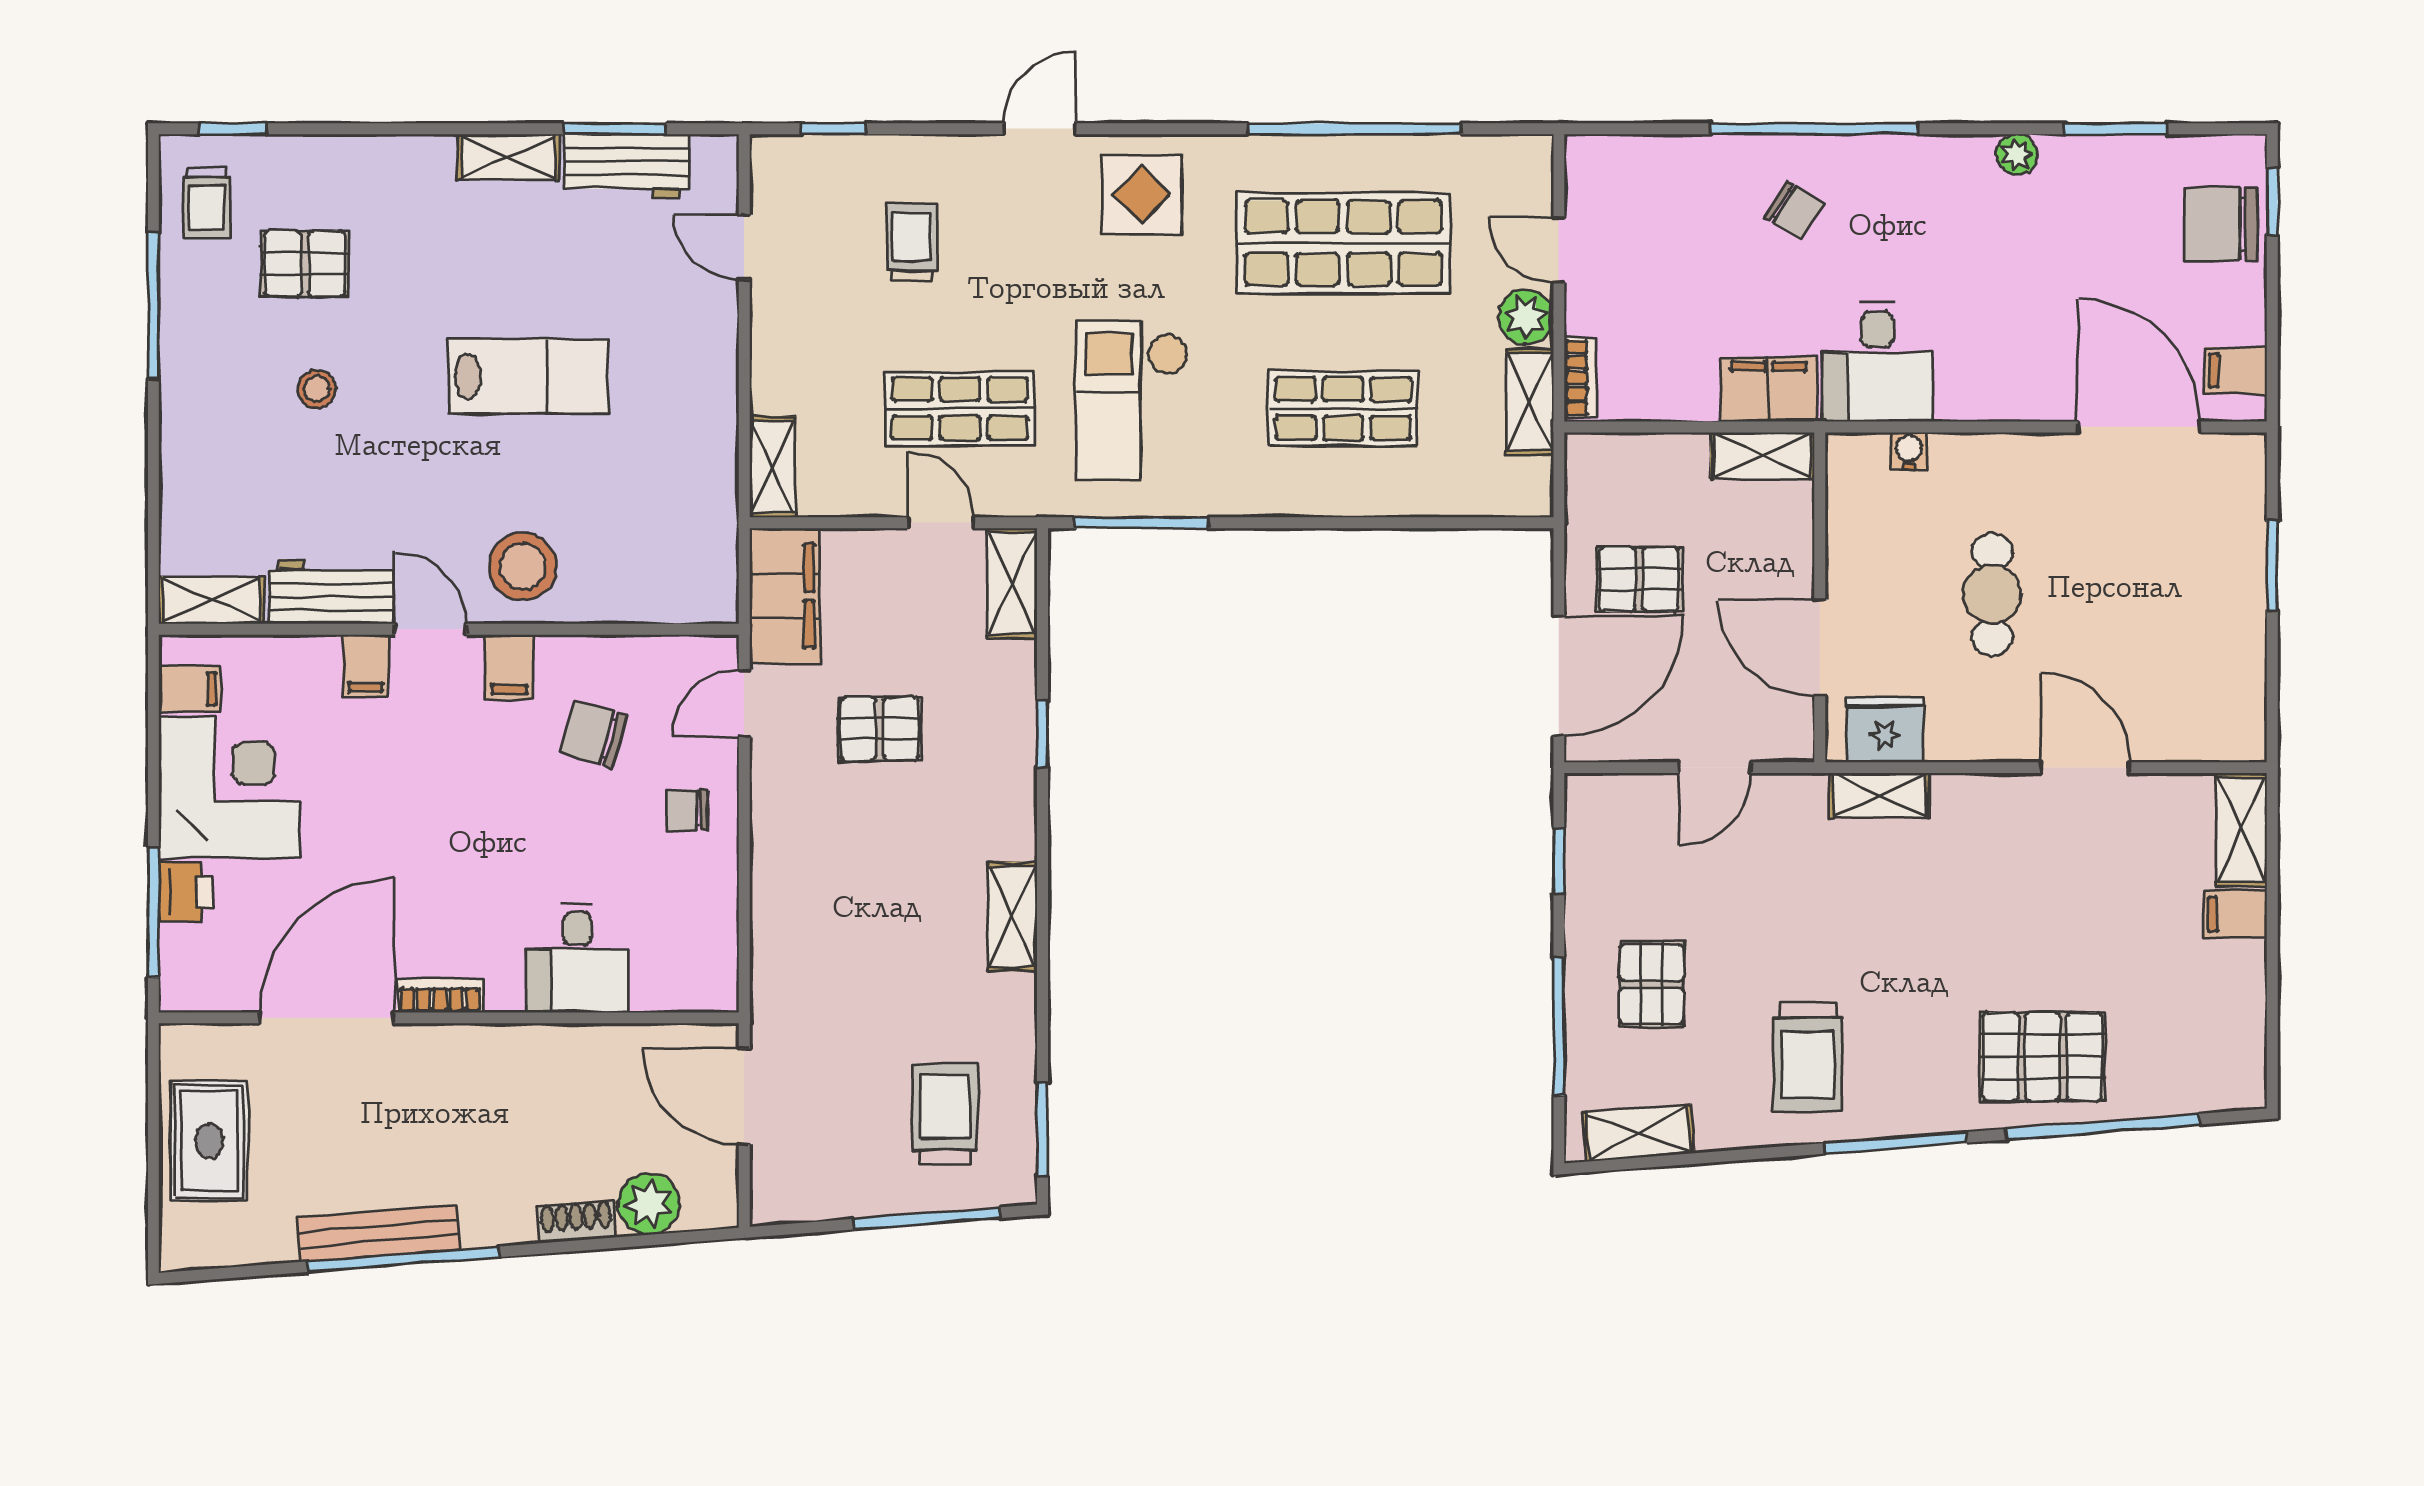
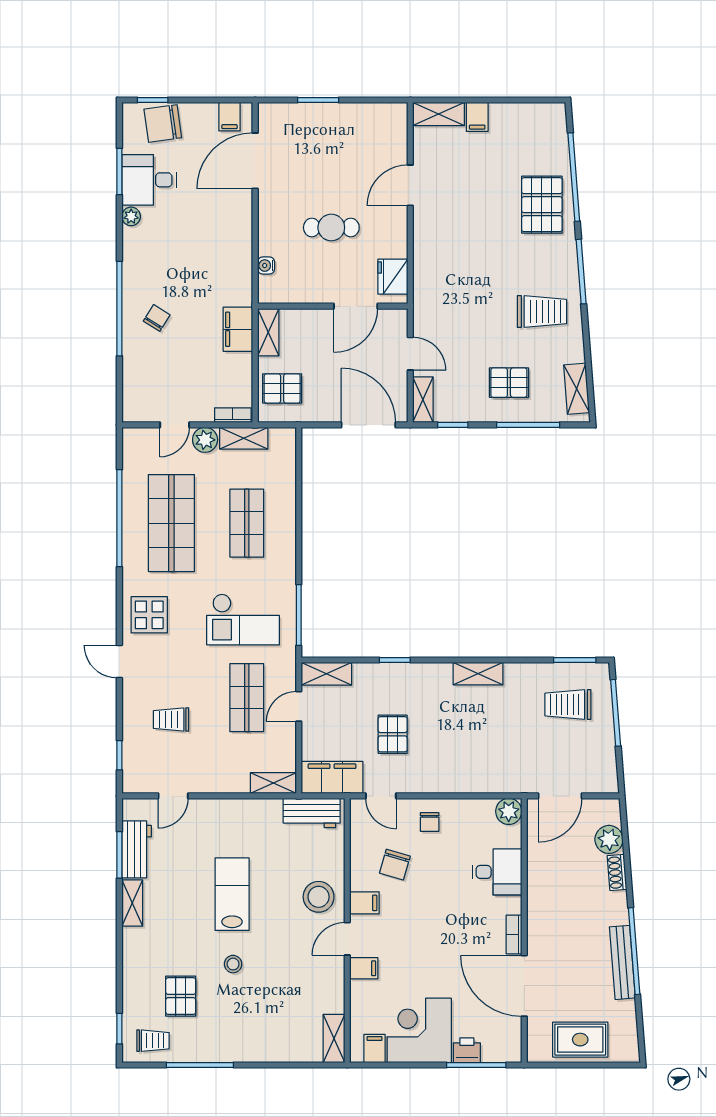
chair: (2221, 224) -> (163, 123), turned 82
desk: (1877, 362) -> (149, 180), moved, turned 180
stool: (317, 389) -> (233, 964), moved
pallet: (1639, 579) -> (282, 388), moved, turned 90
workbench: (331, 592) -> (312, 813), moved, turned -90
shelving: (1879, 795) -> (423, 400), moved
plant: (710, 984) -> (509, 811), added

